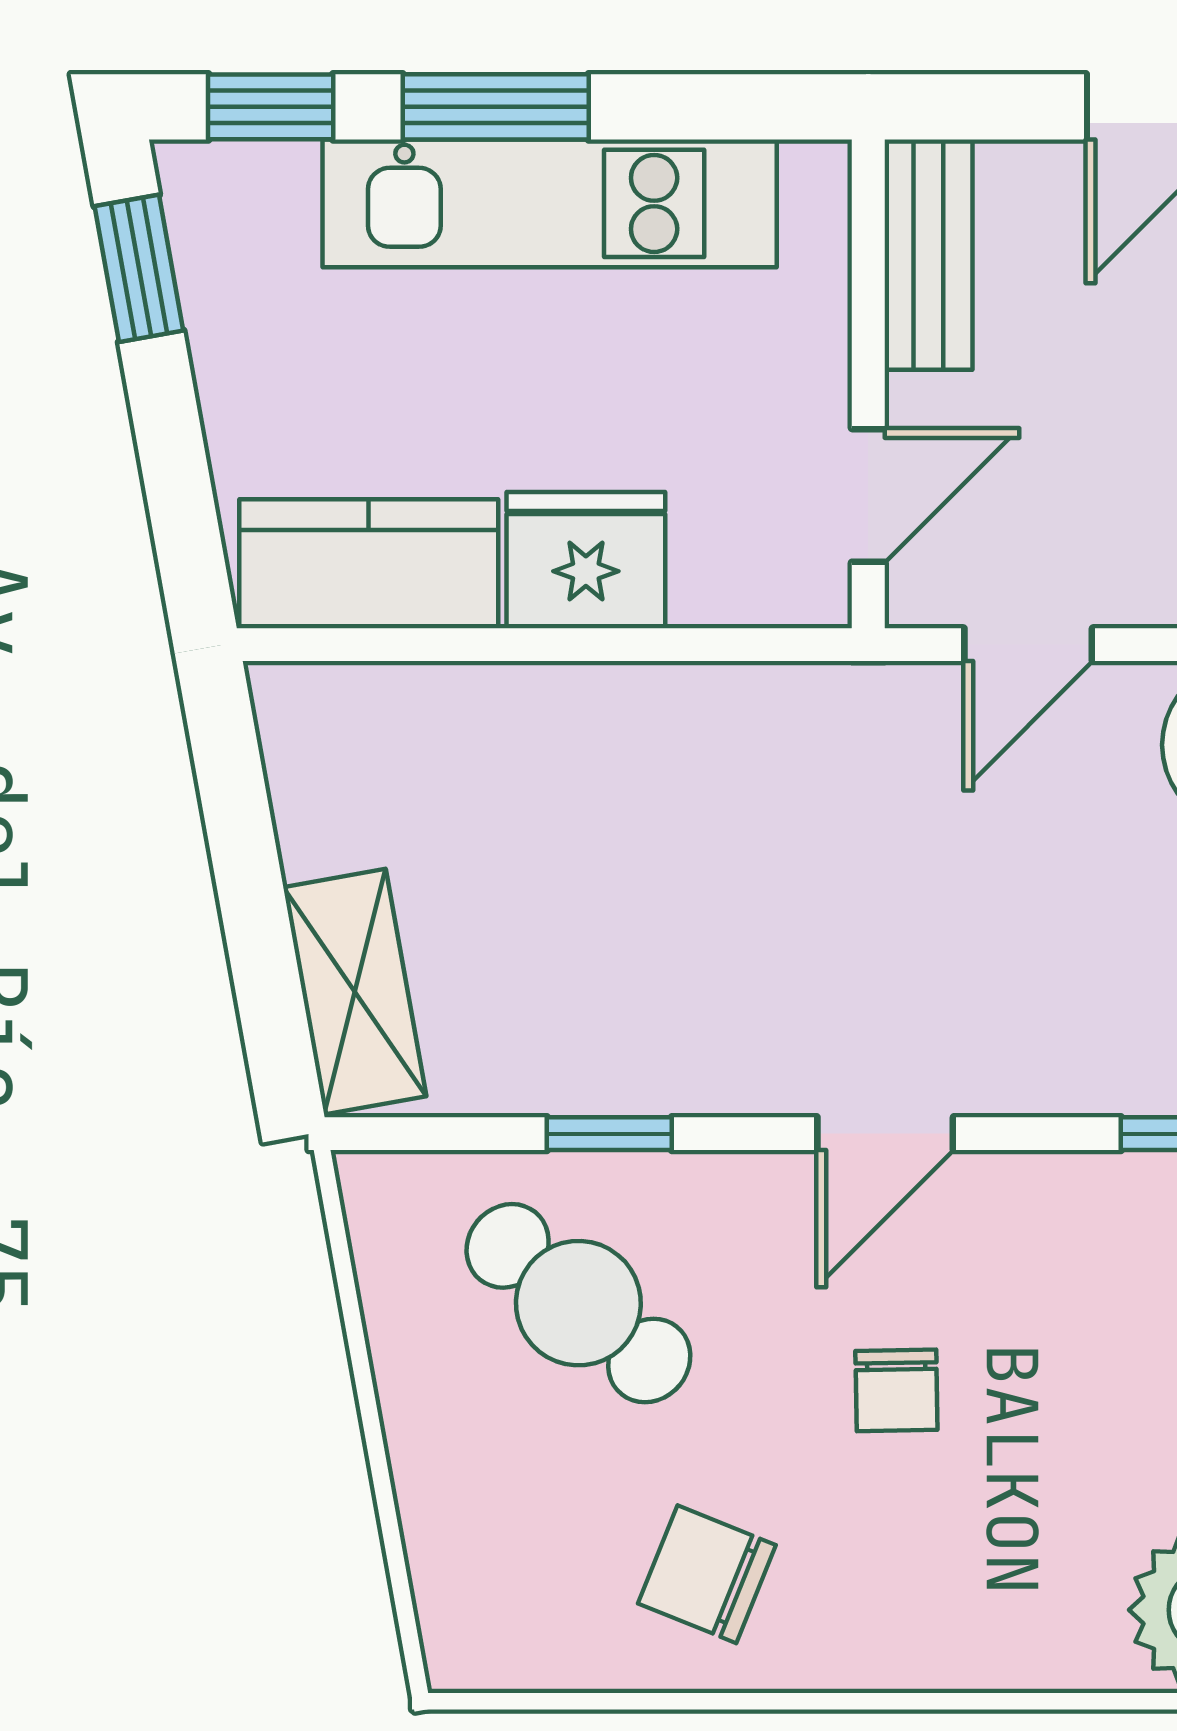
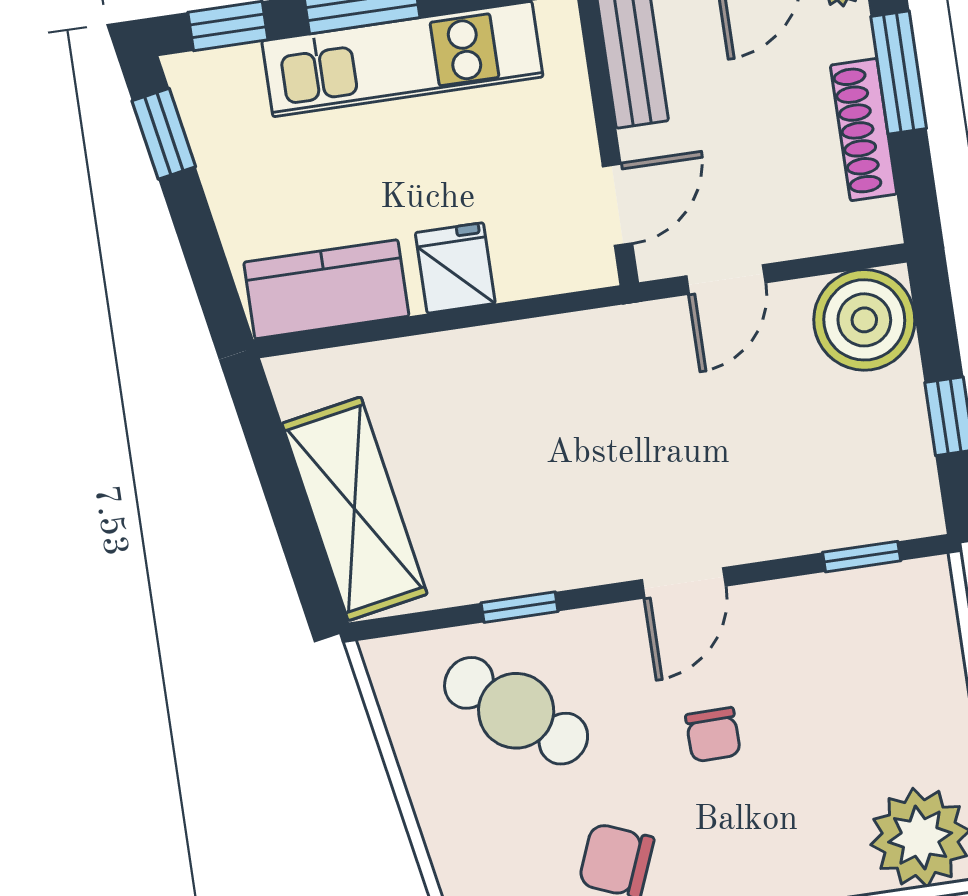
fridge: (586, 560) -> (455, 268), width x0.72
shelving: (355, 992) -> (355, 509), width x1.50, depth x1.33

